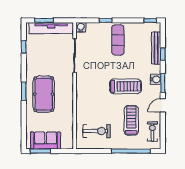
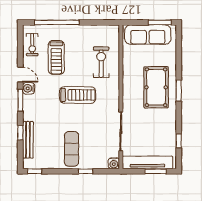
water cooler: (156, 79) -> (29, 88), moved
treadmill: (125, 86) -> (78, 95), moved, turned 180
door: (163, 105) -> (20, 75), hinge flipped
exercise bike: (97, 131) -> (101, 62), moved, turned 90
sofa: (46, 140) -> (148, 35), width x1.36

